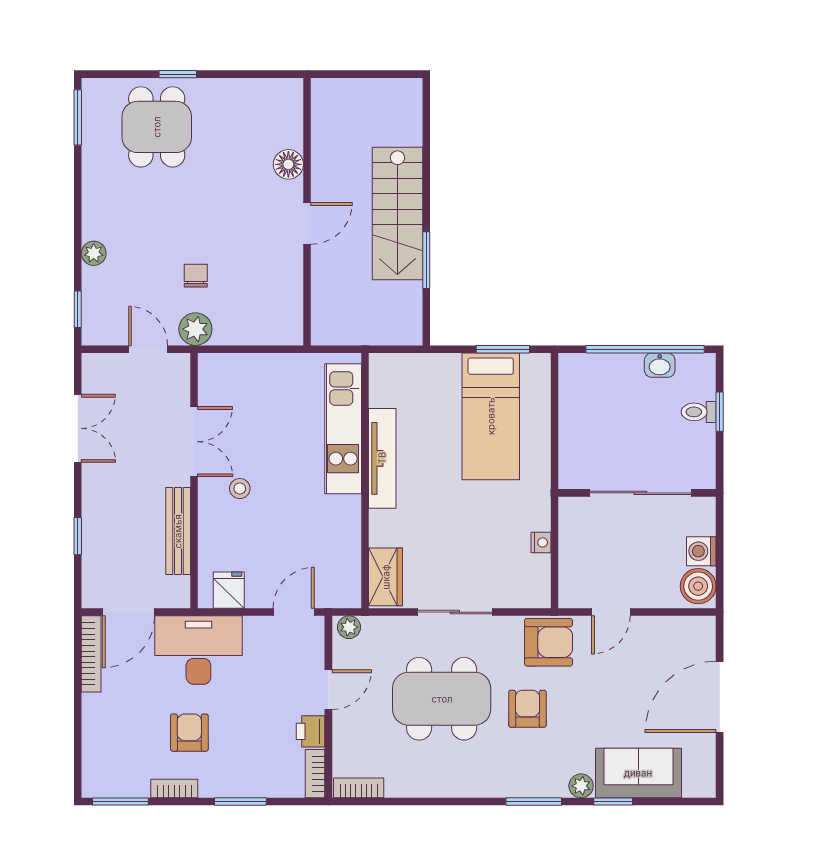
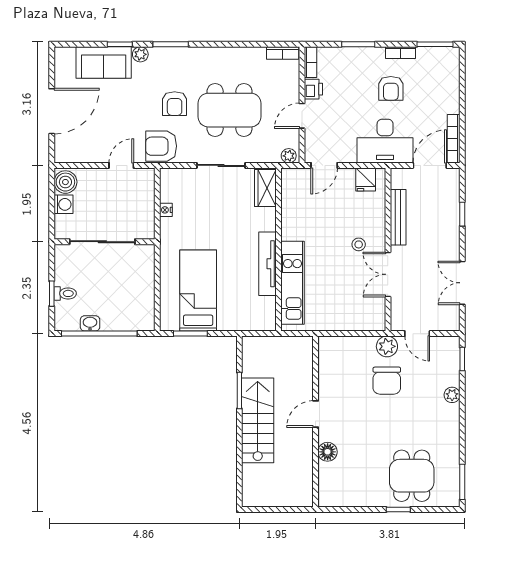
chair: (196, 276) -> (387, 381), width x1.87, depth x1.87

